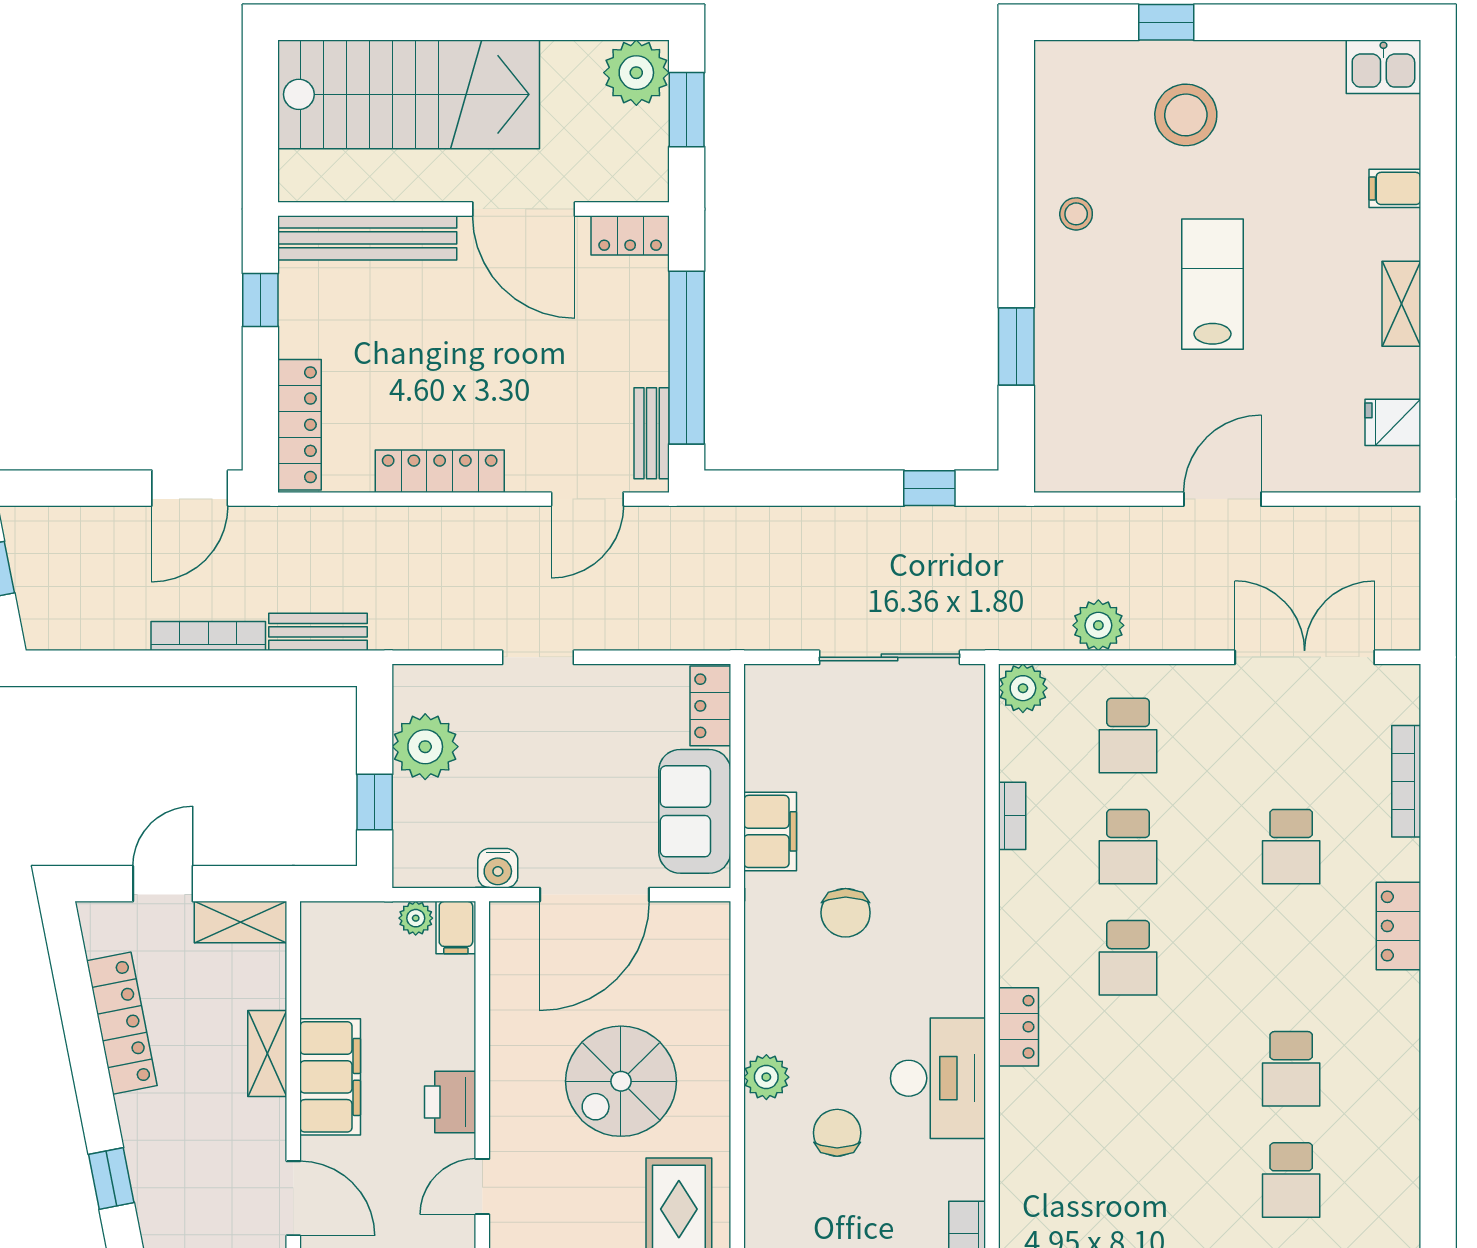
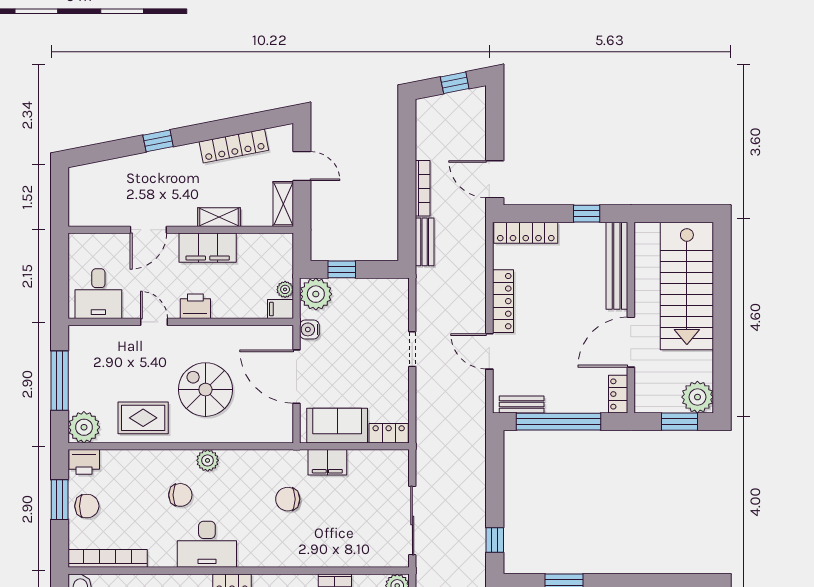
door: (587, 499) -> (489, 351), moved
plant: (425, 747) -> (316, 294), moved

